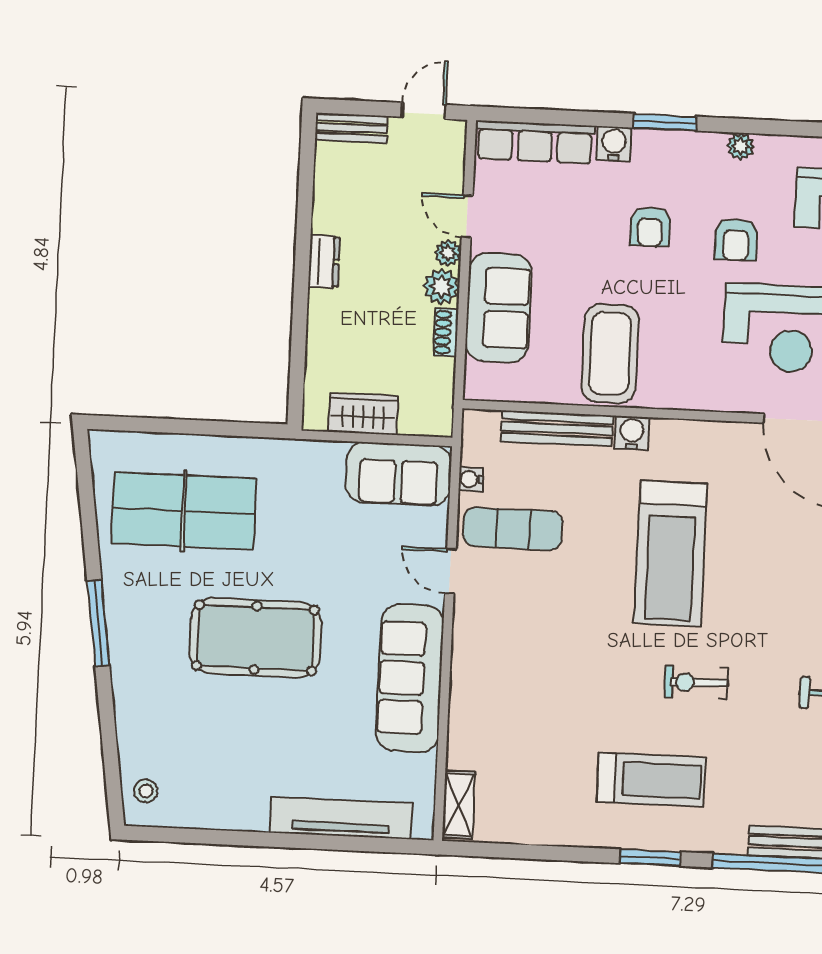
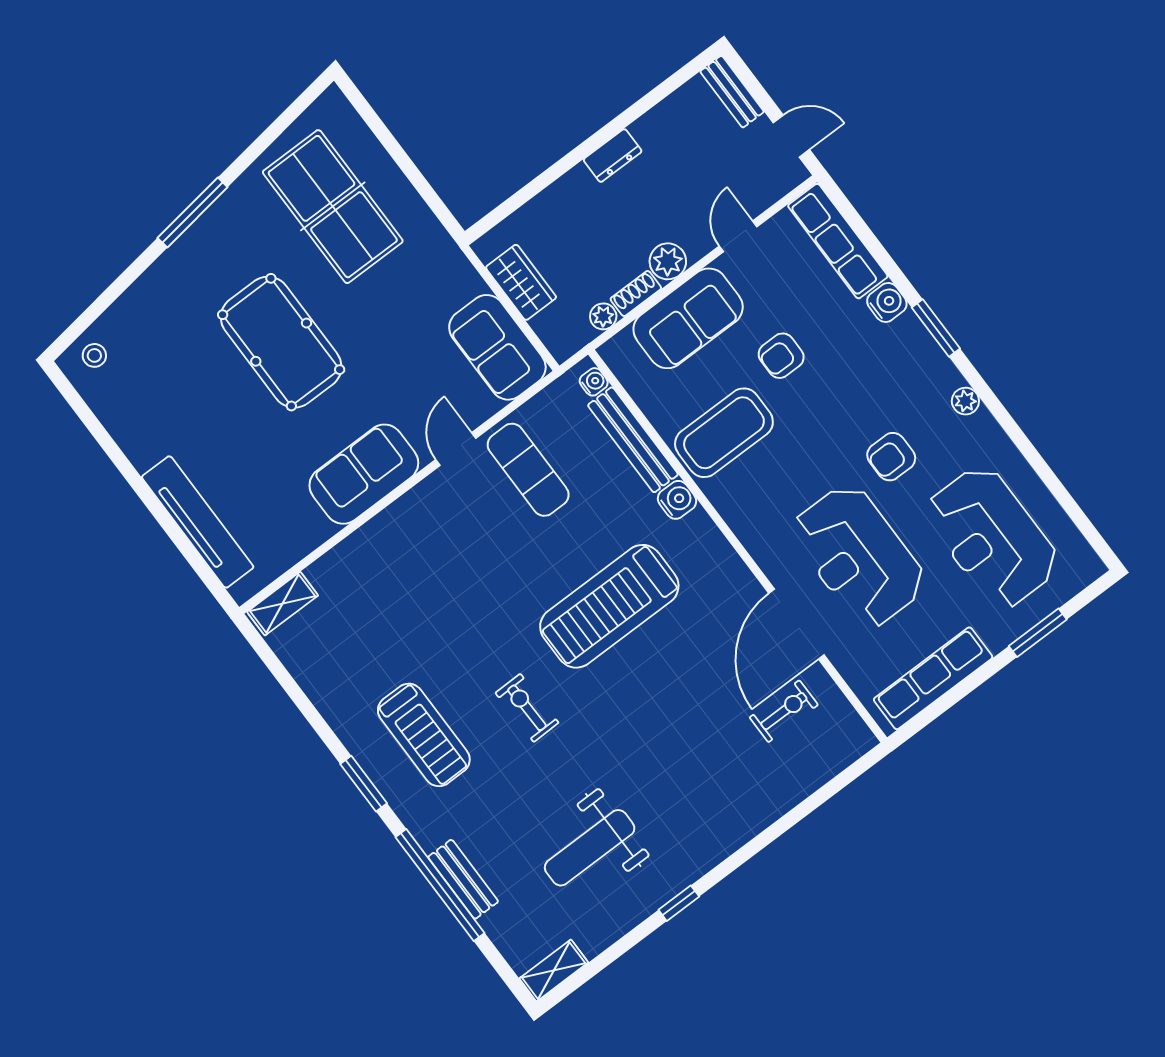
armchair: (650, 227) -> (781, 356), moved
plant: (448, 253) -> (603, 316), moved
water cooler: (471, 479) -> (594, 382), moved, turned 90
sofa: (410, 678) -> (364, 474), width x0.73

